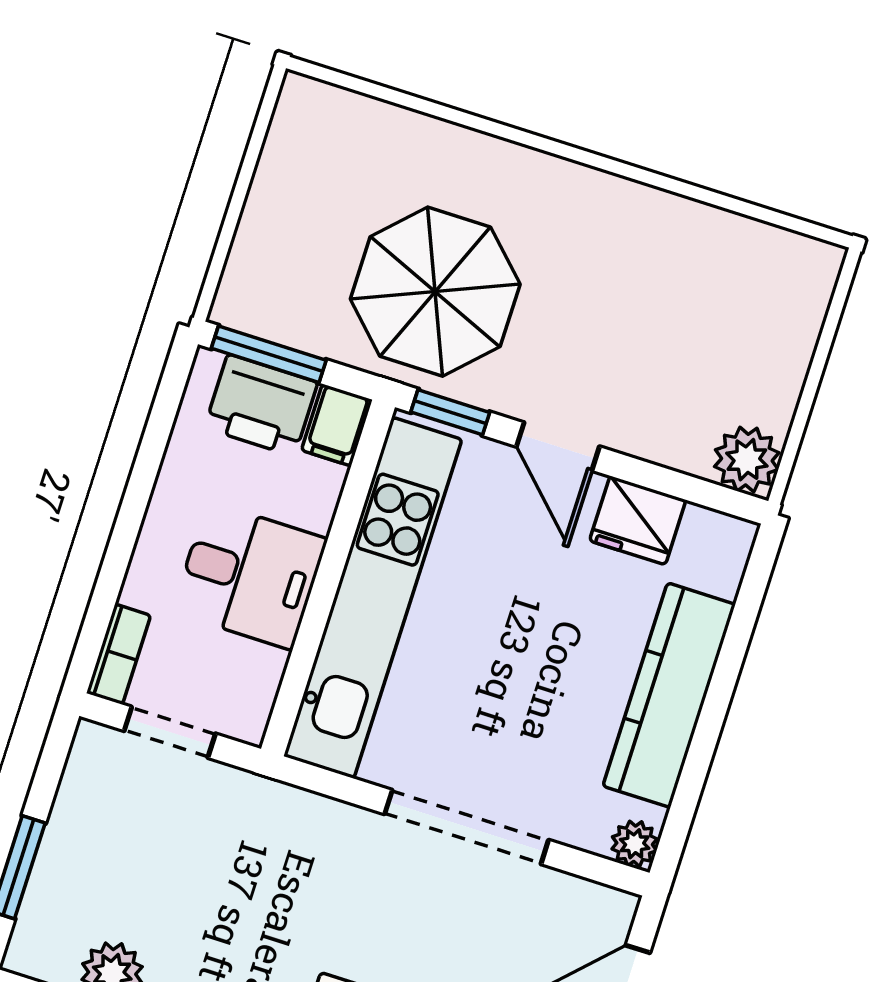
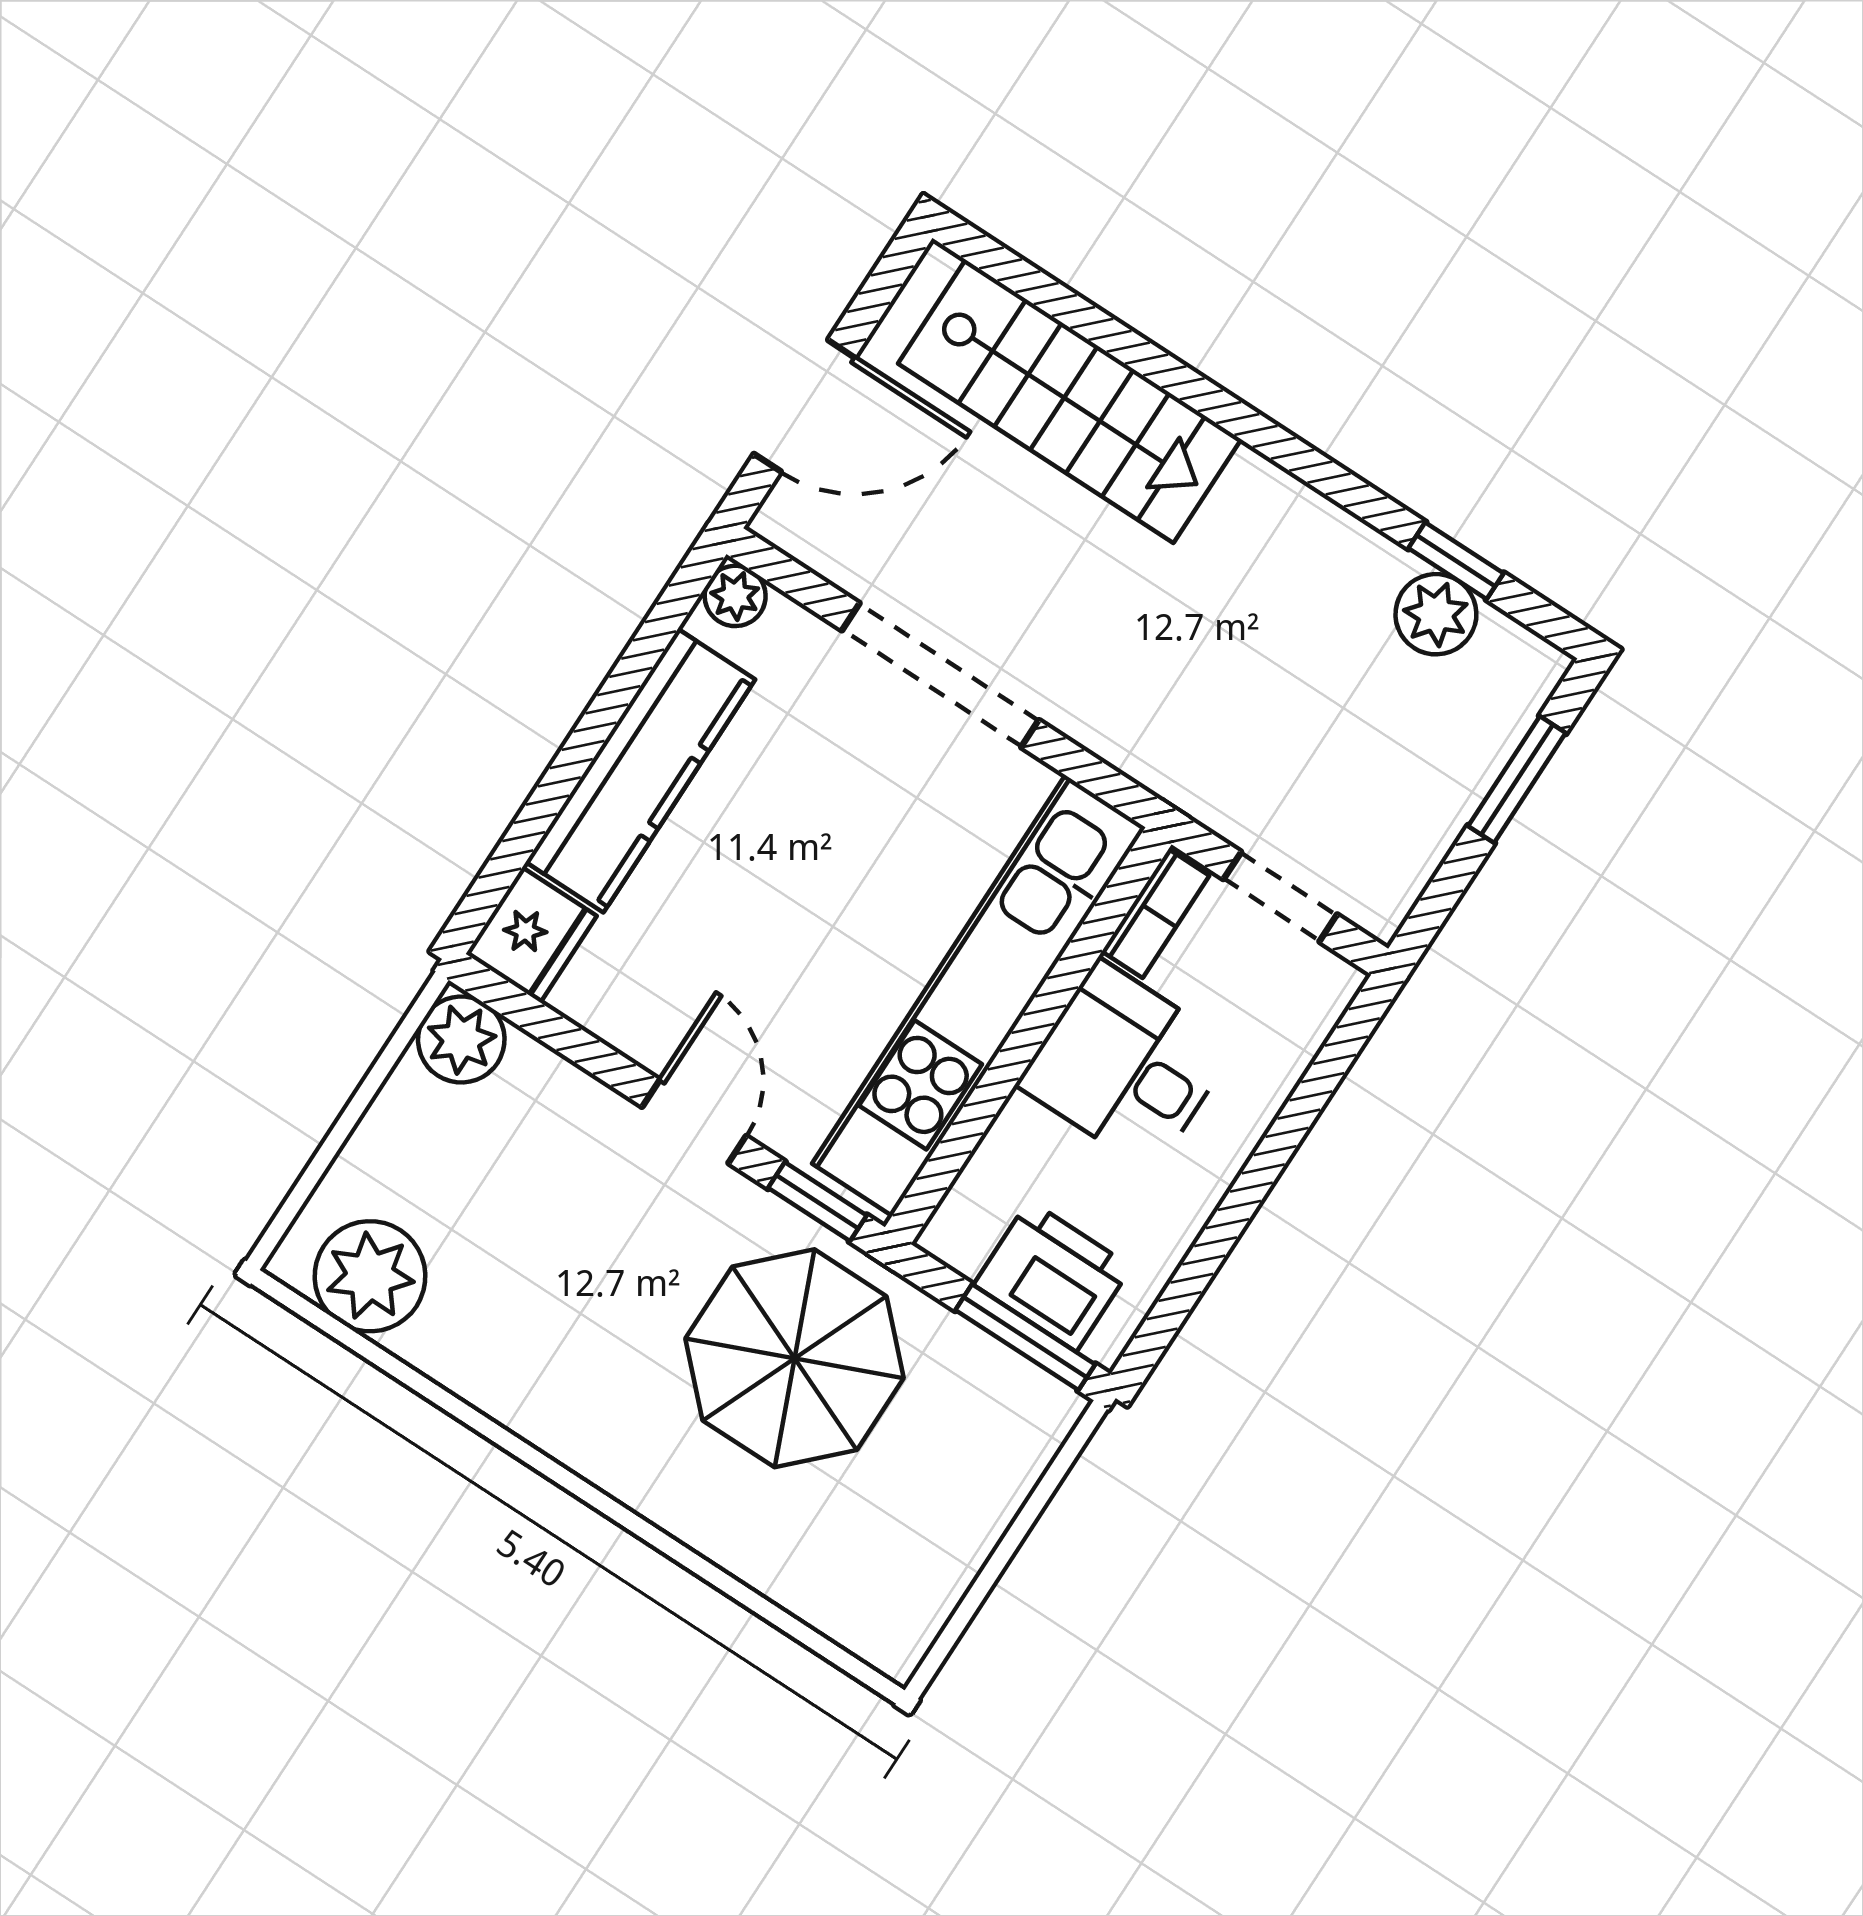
plant: (766, 266) -> (370, 1276), added
filing cabinet: (337, 425) -> (964, 1225), removed
fridge: (638, 520) -> (531, 935), moved, turned 90
bookcase: (119, 654) -> (1156, 913), moved, turned 180

